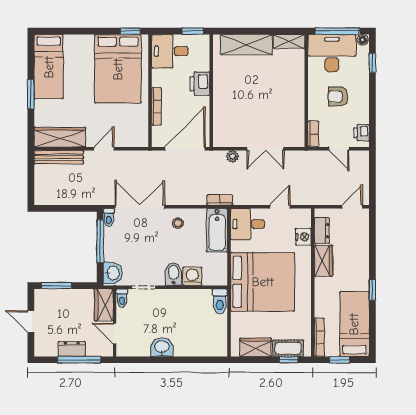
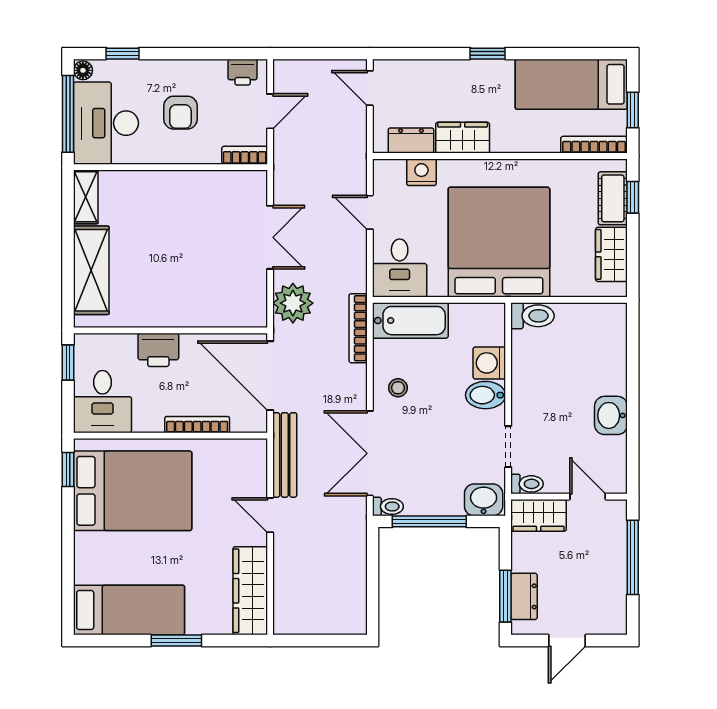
bench: (59, 157) -> (285, 455), moved
plant: (233, 157) -> (293, 303), width x1.87, depth x1.87
bookcase: (220, 200) -> (358, 328), width x1.56
window: (372, 290) -> (488, 54), moved
door: (115, 334) -> (588, 497), swing flipped
dresser: (72, 349) -> (524, 596), moved, turned 180

